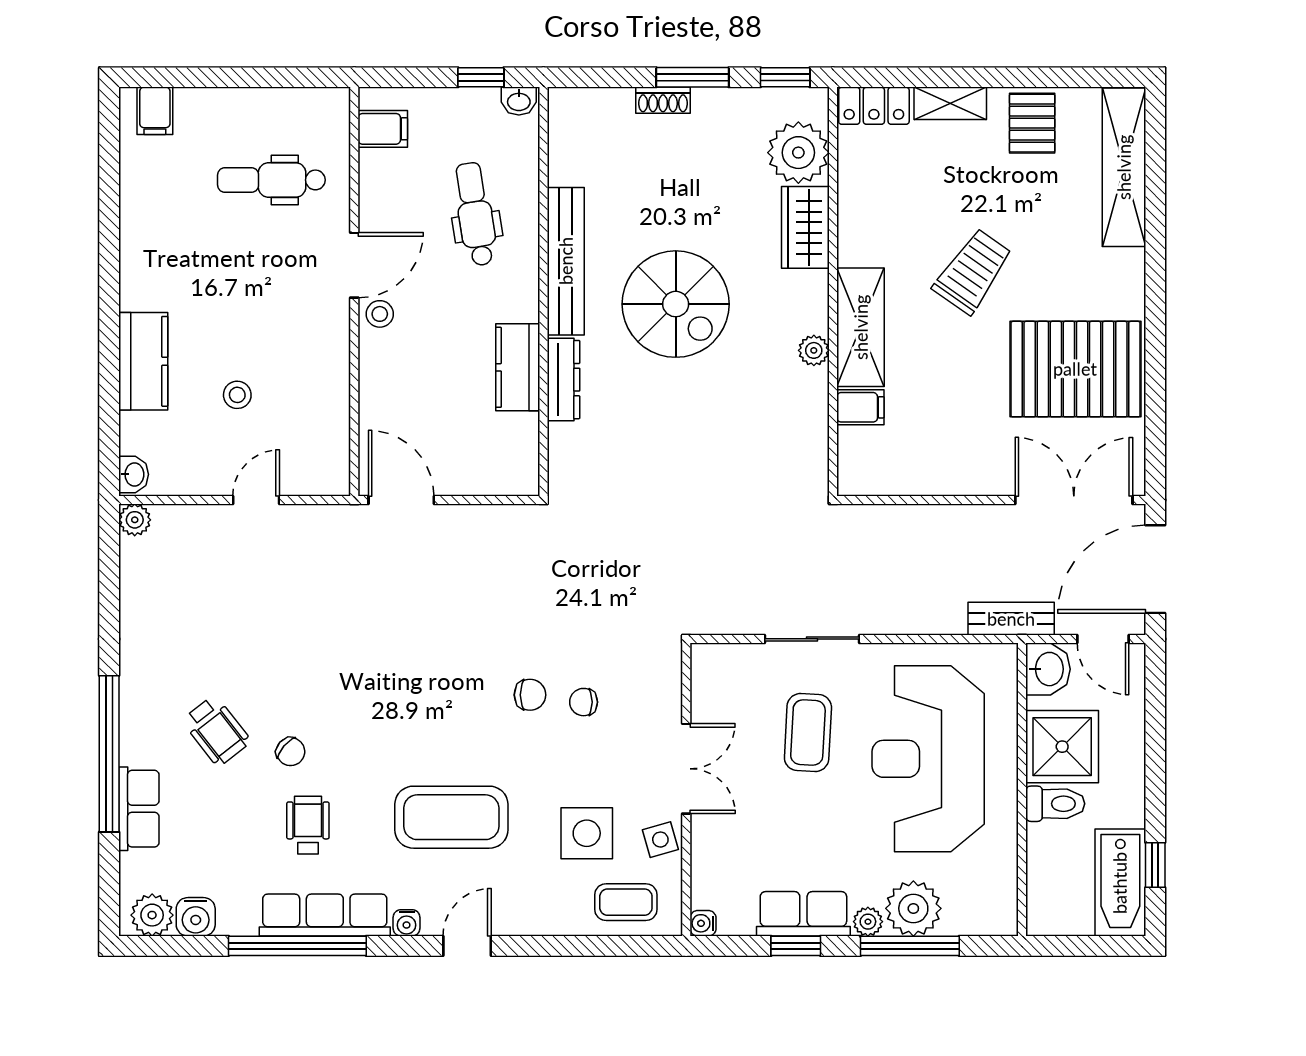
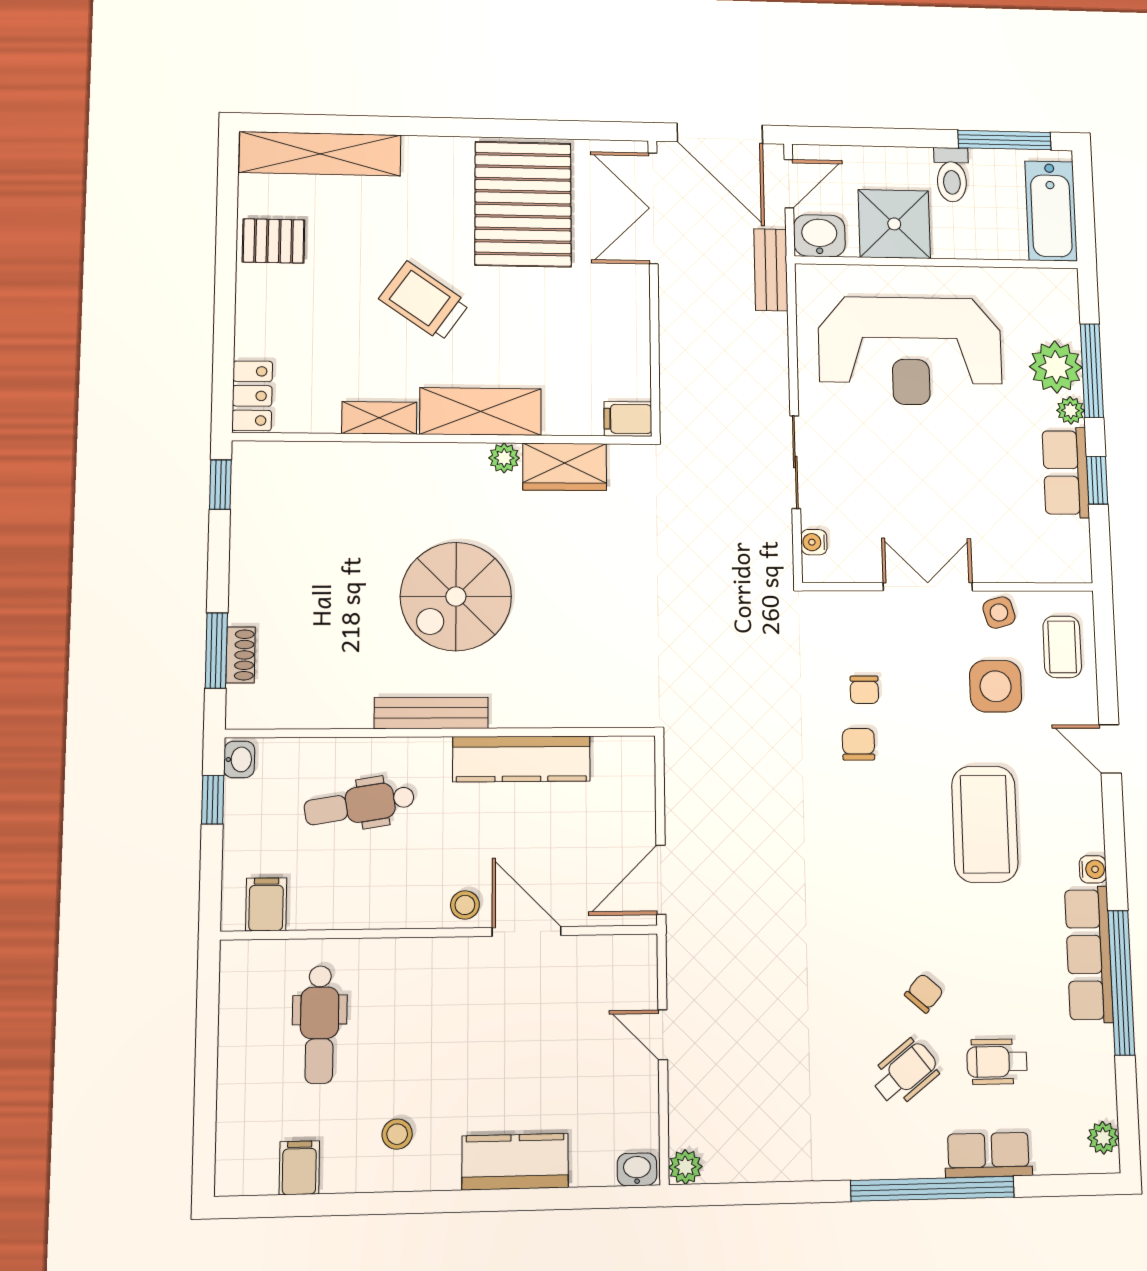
window: (693, 77) -> (216, 650), moved
shoe rack: (663, 100) -> (241, 655), moved
shelving: (950, 103) -> (379, 418), moved, turned 90
filing cabinet: (155, 111) -> (299, 1168), moved, turned -90
plant: (798, 153) -> (299, 472), removed
wardrobe: (805, 227) -> (565, 467), moved
bench: (566, 261) -> (431, 713), width x0.73, depth x0.82
door: (354, 265) -> (527, 931), moved
spiral stairs: (676, 304) -> (456, 596), turned 180
kitchen counter: (518, 367) -> (521, 759), width x1.50
dresser: (563, 380) -> (534, 711), removed
stool: (237, 395) -> (397, 1134), moved
filing cabinet: (860, 407) -> (628, 419), moved, turned -90
coffee table: (808, 733) -> (888, 467), removed
toilet: (1055, 804) -> (952, 175), moved, turned 180
wheelchair: (308, 825) -> (997, 1062), moved
window: (1155, 865) -> (1004, 140), width x2.17
bathtub: (1120, 883) -> (1051, 211), moved, turned 90
plant: (152, 915) -> (1103, 1138), width x0.73, depth x0.73
water cooler: (196, 917) -> (1097, 1091), removed
water cooler: (703, 923) -> (814, 542), moved, turned 90
door: (467, 946) -> (1110, 749), moved

